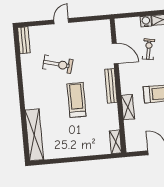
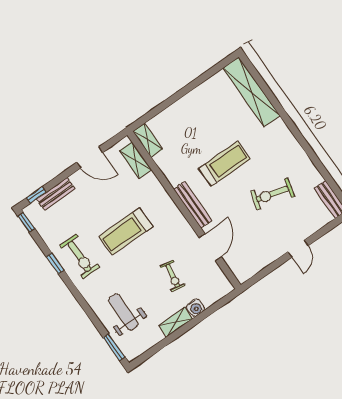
door: (115, 53) -> (210, 247), swing flipped
treadmill: (77, 100) -> (224, 164), turned -90
shelving: (128, 107) -> (136, 160), moved

